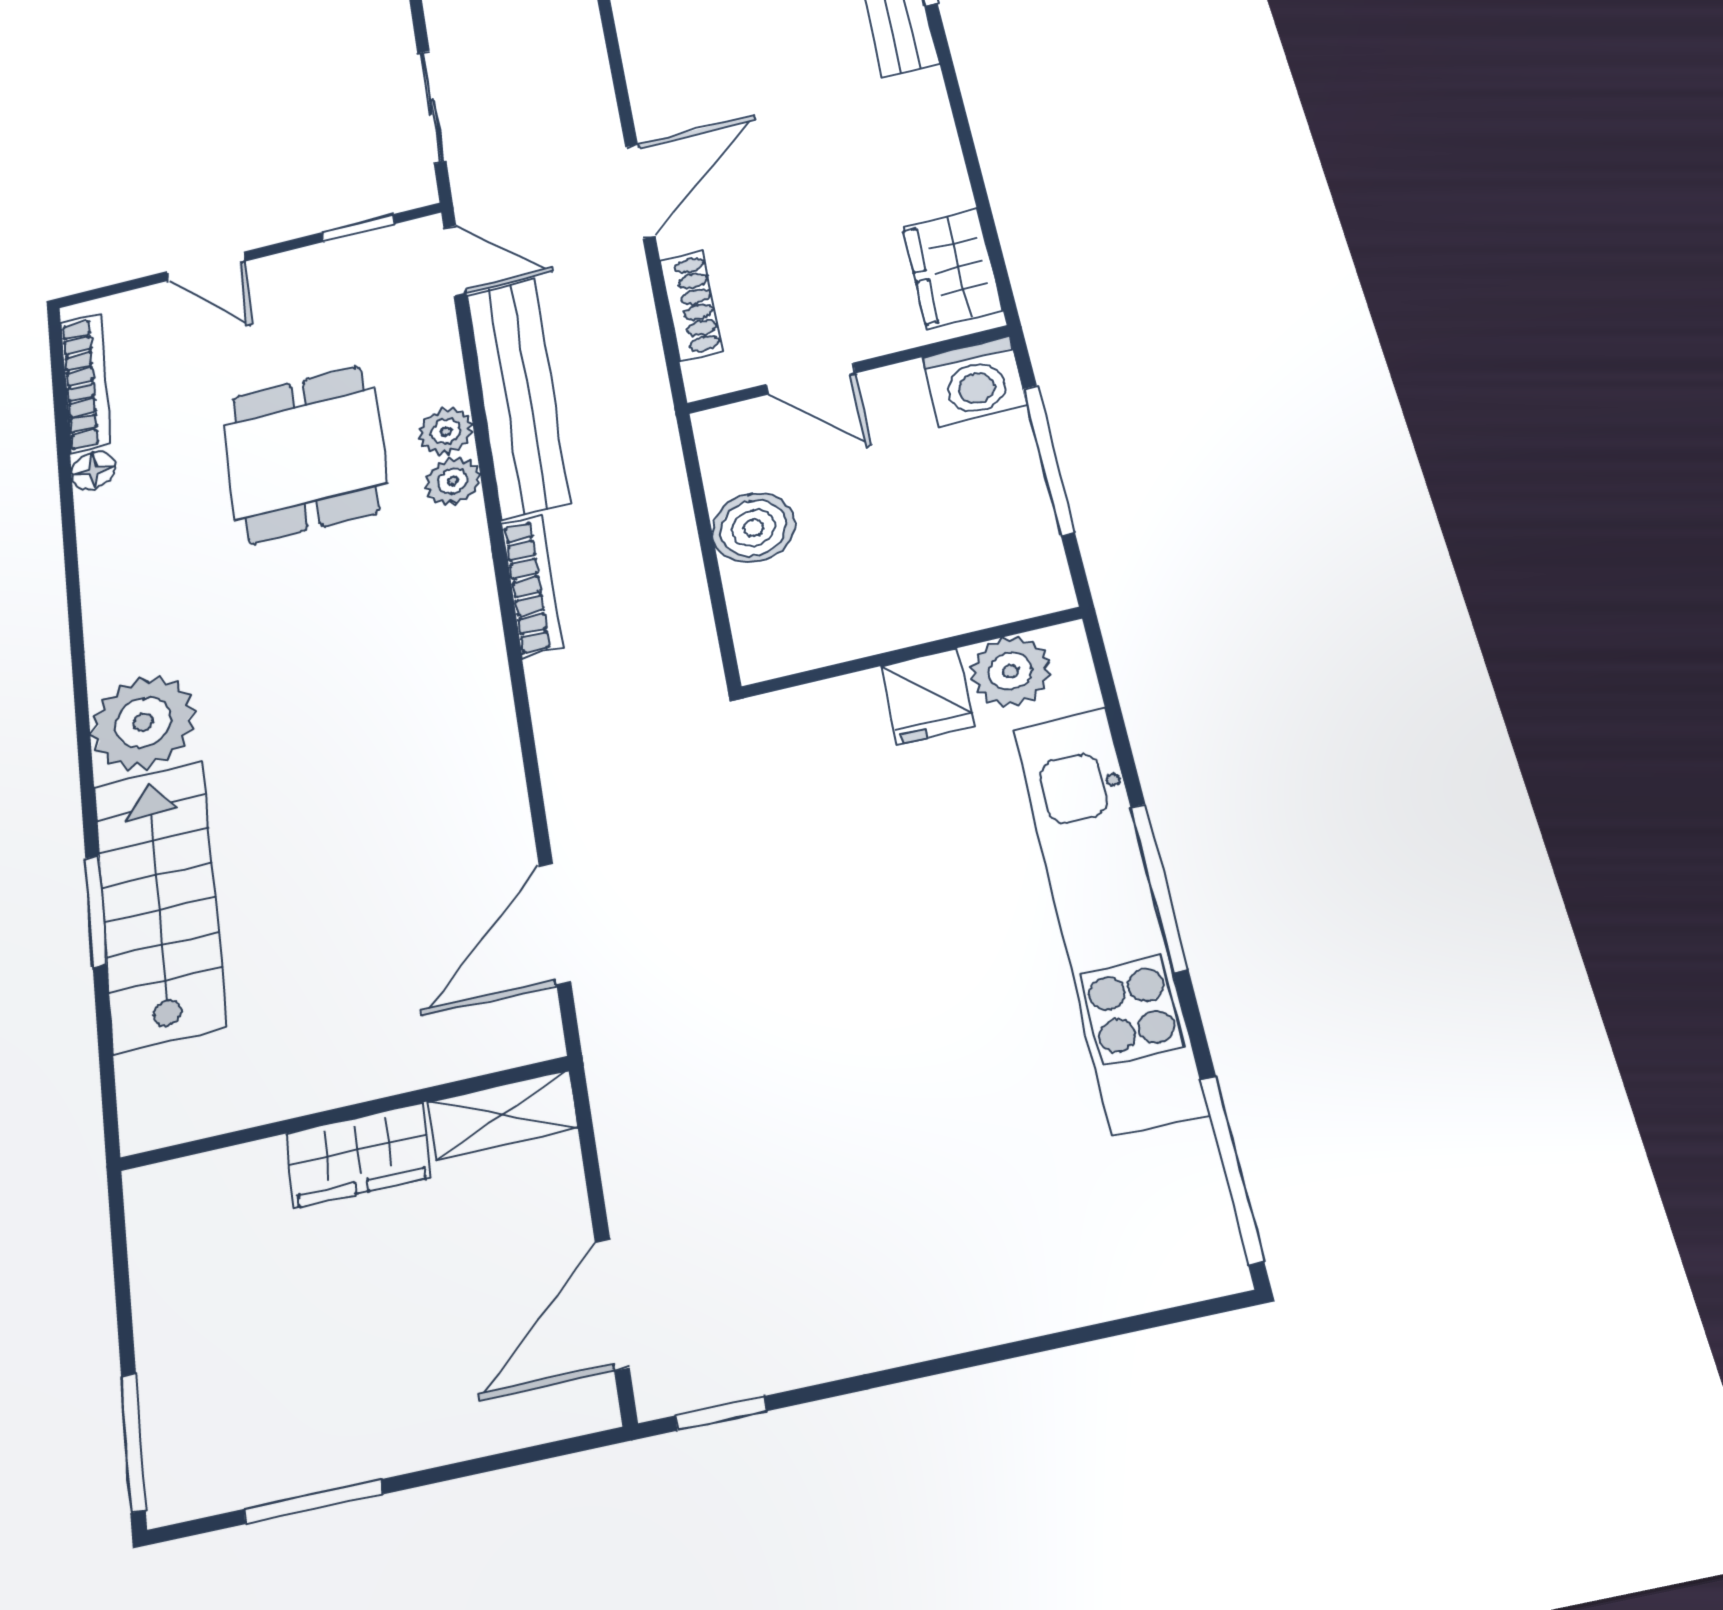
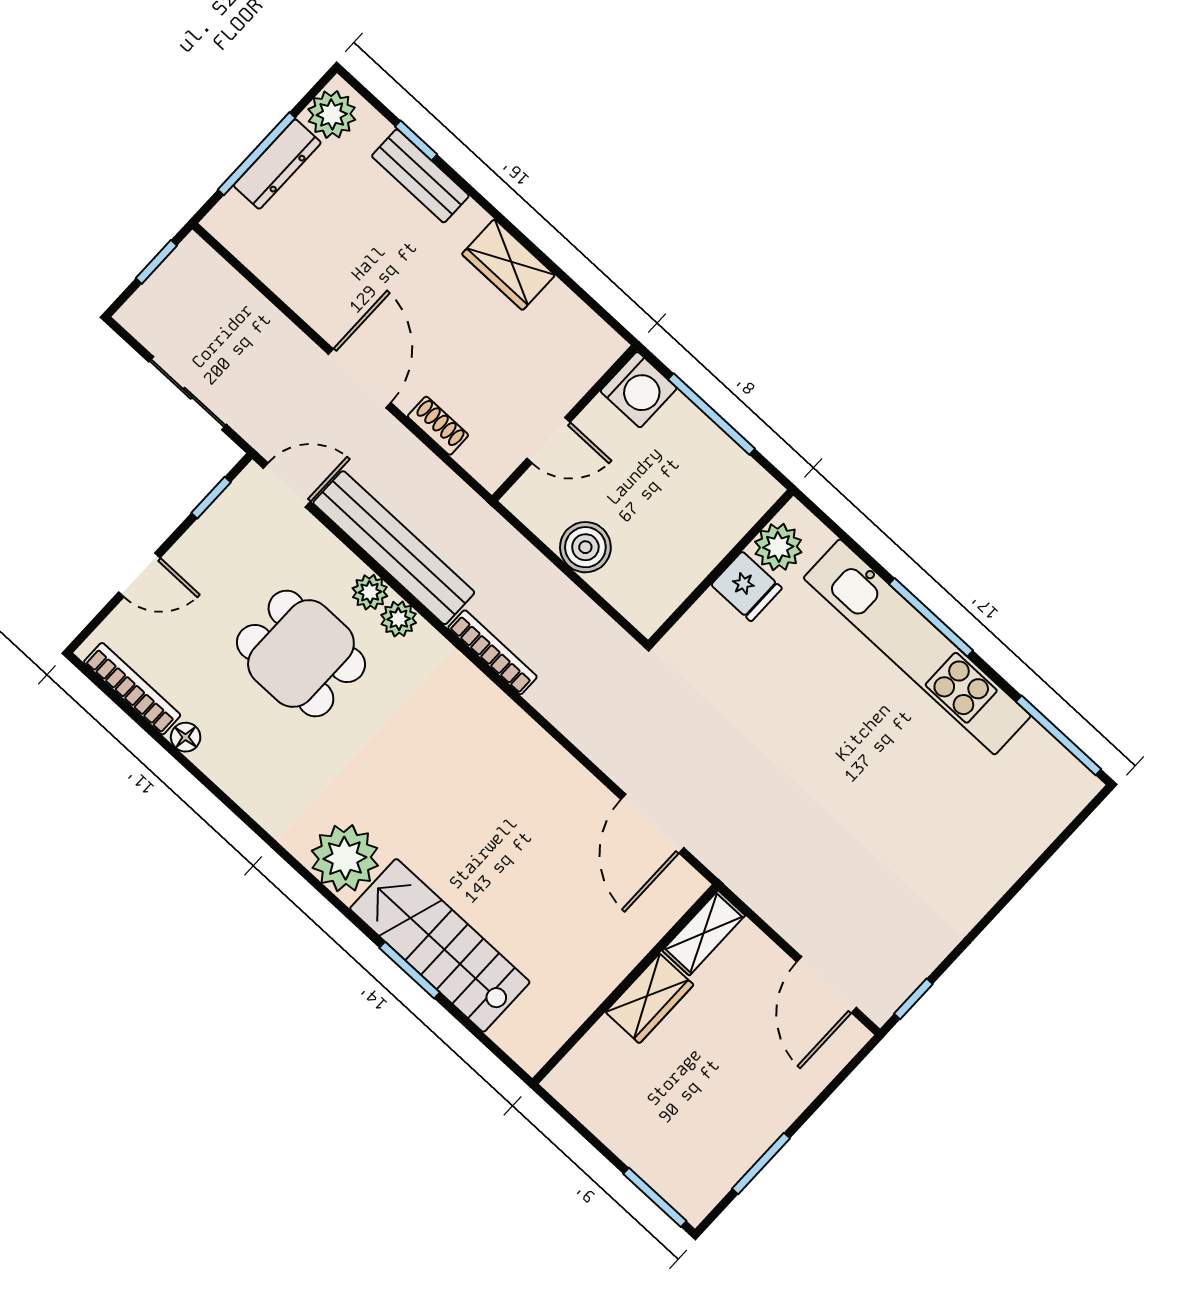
wardrobe: (952, 268) -> (508, 265), moved
shoe rack: (691, 306) -> (438, 426), width x0.70

